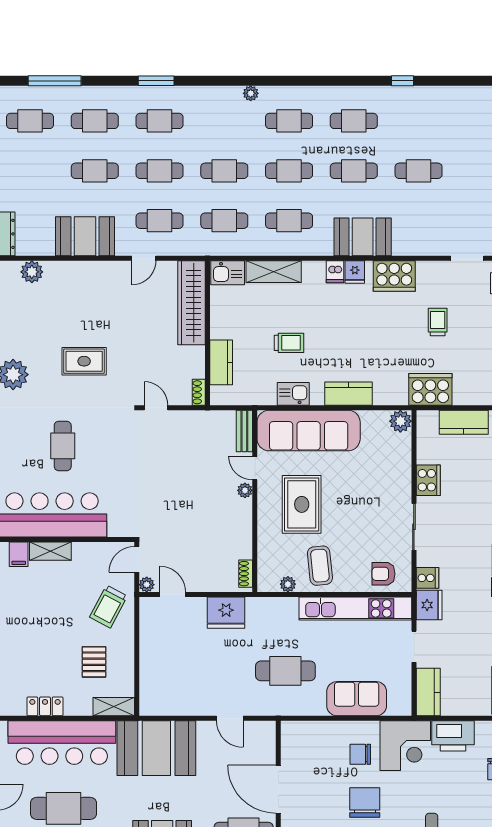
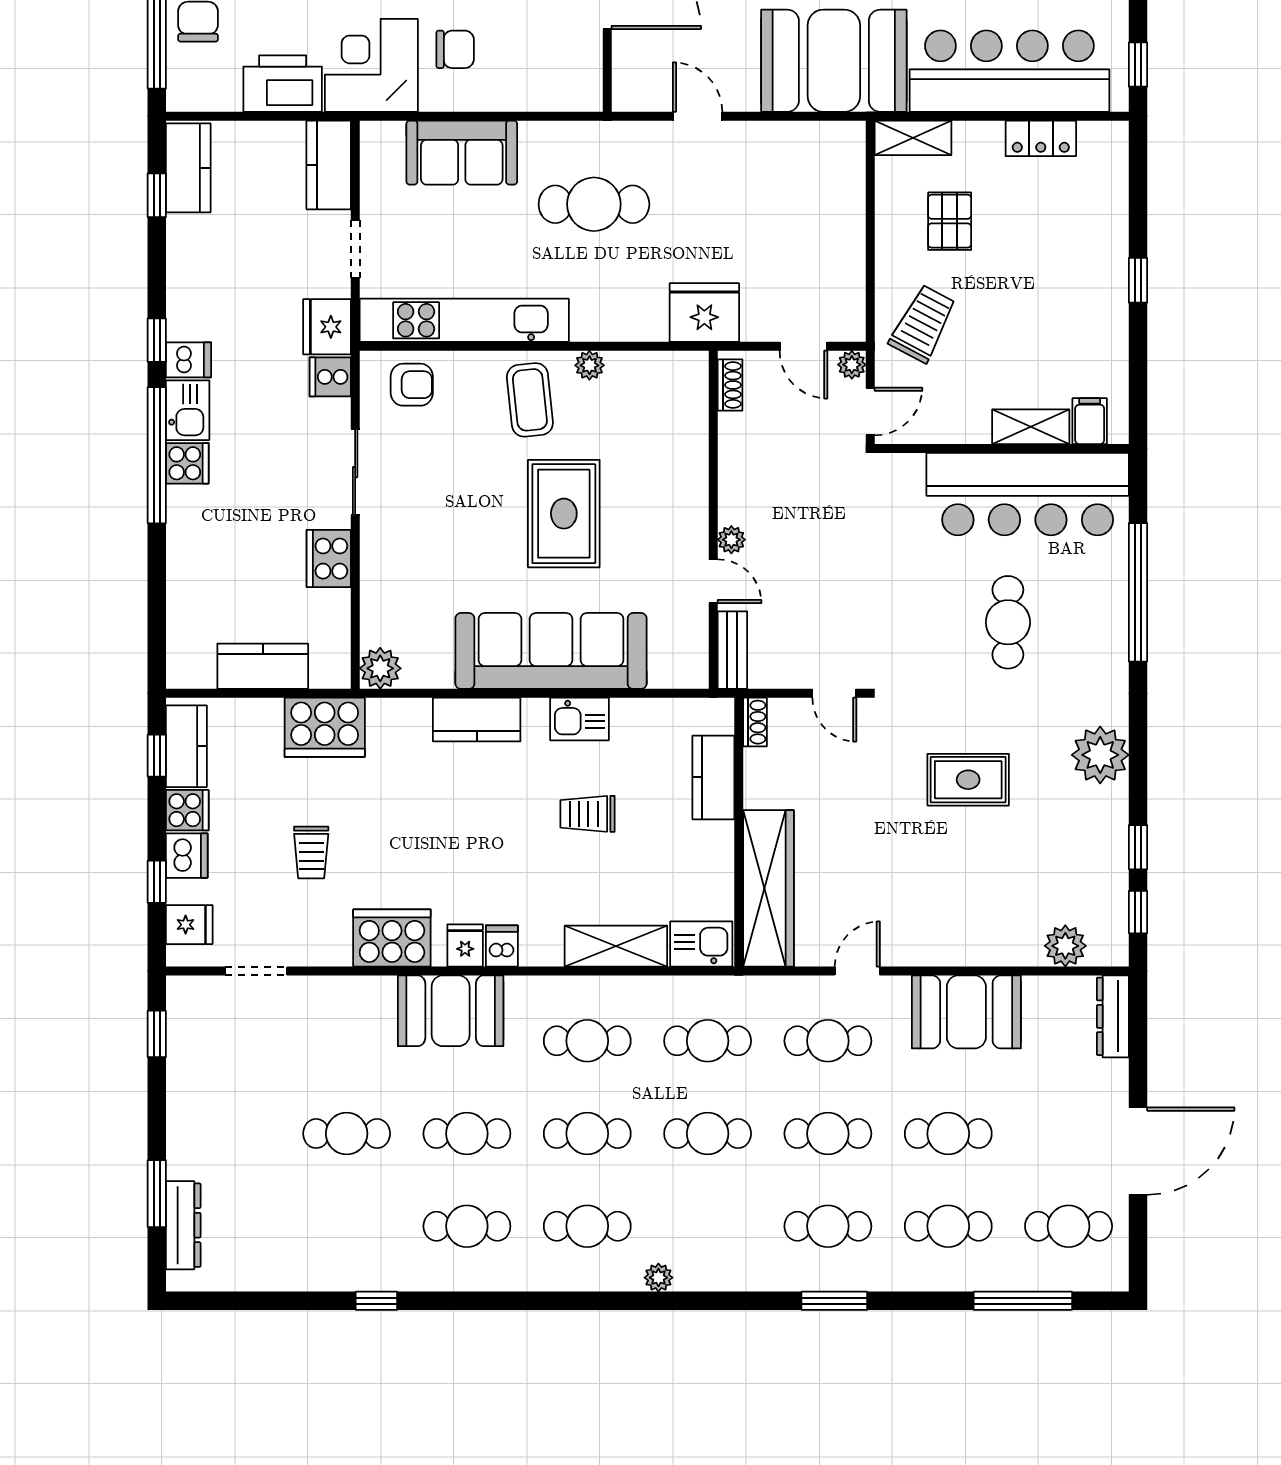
bench: (244, 431) -> (732, 650), moved
door: (255, 468) -> (713, 581), moved
plant: (245, 490) -> (731, 540), moved
wall: (255, 501) -> (713, 520), moved
shoe rack: (246, 574) -> (730, 385), moved

